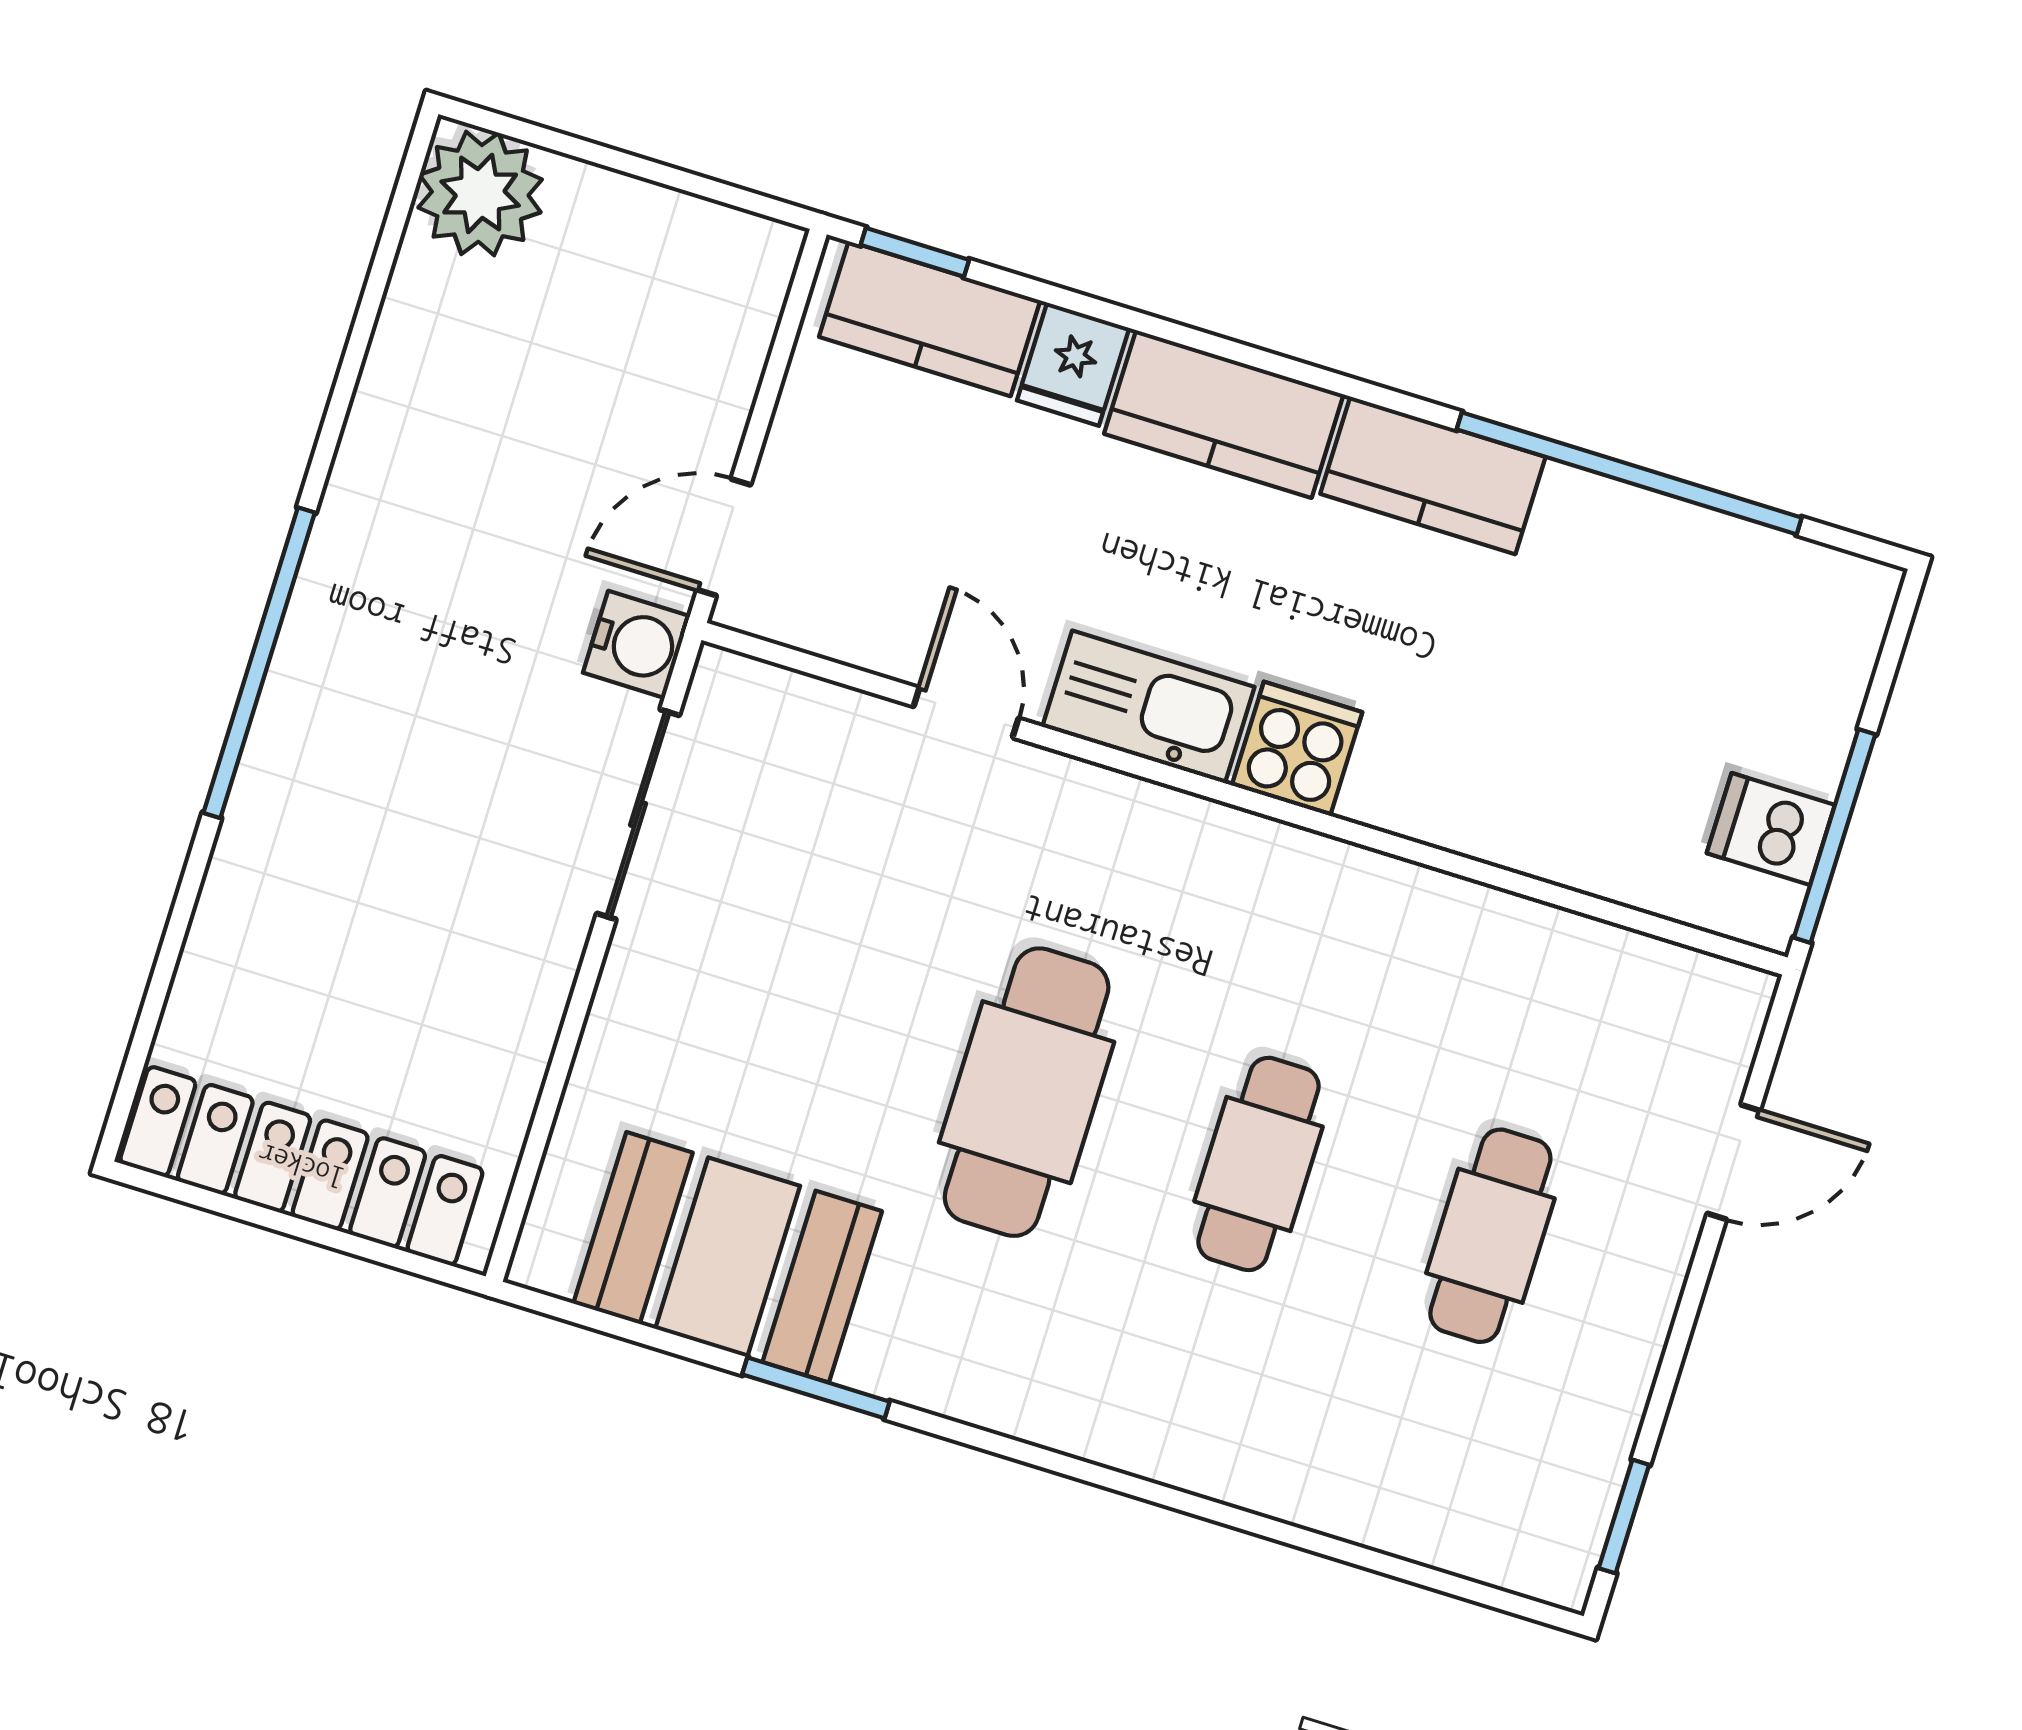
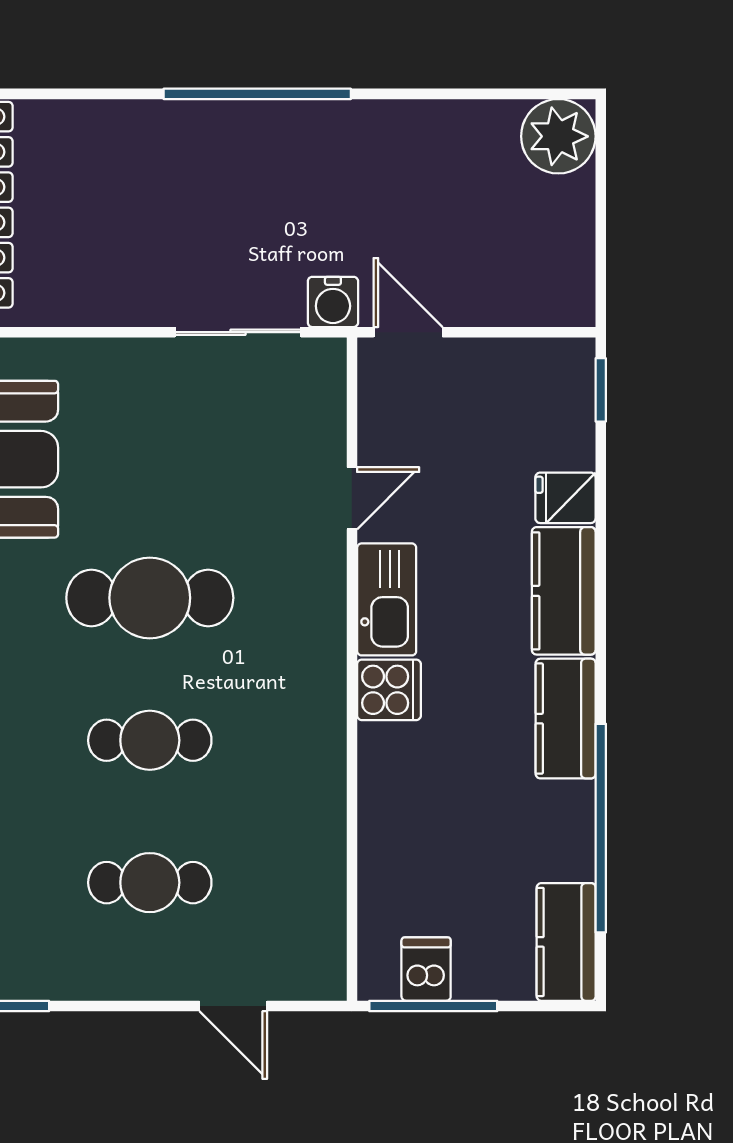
kitchen counter: (930, 319) -> (566, 942), moved

